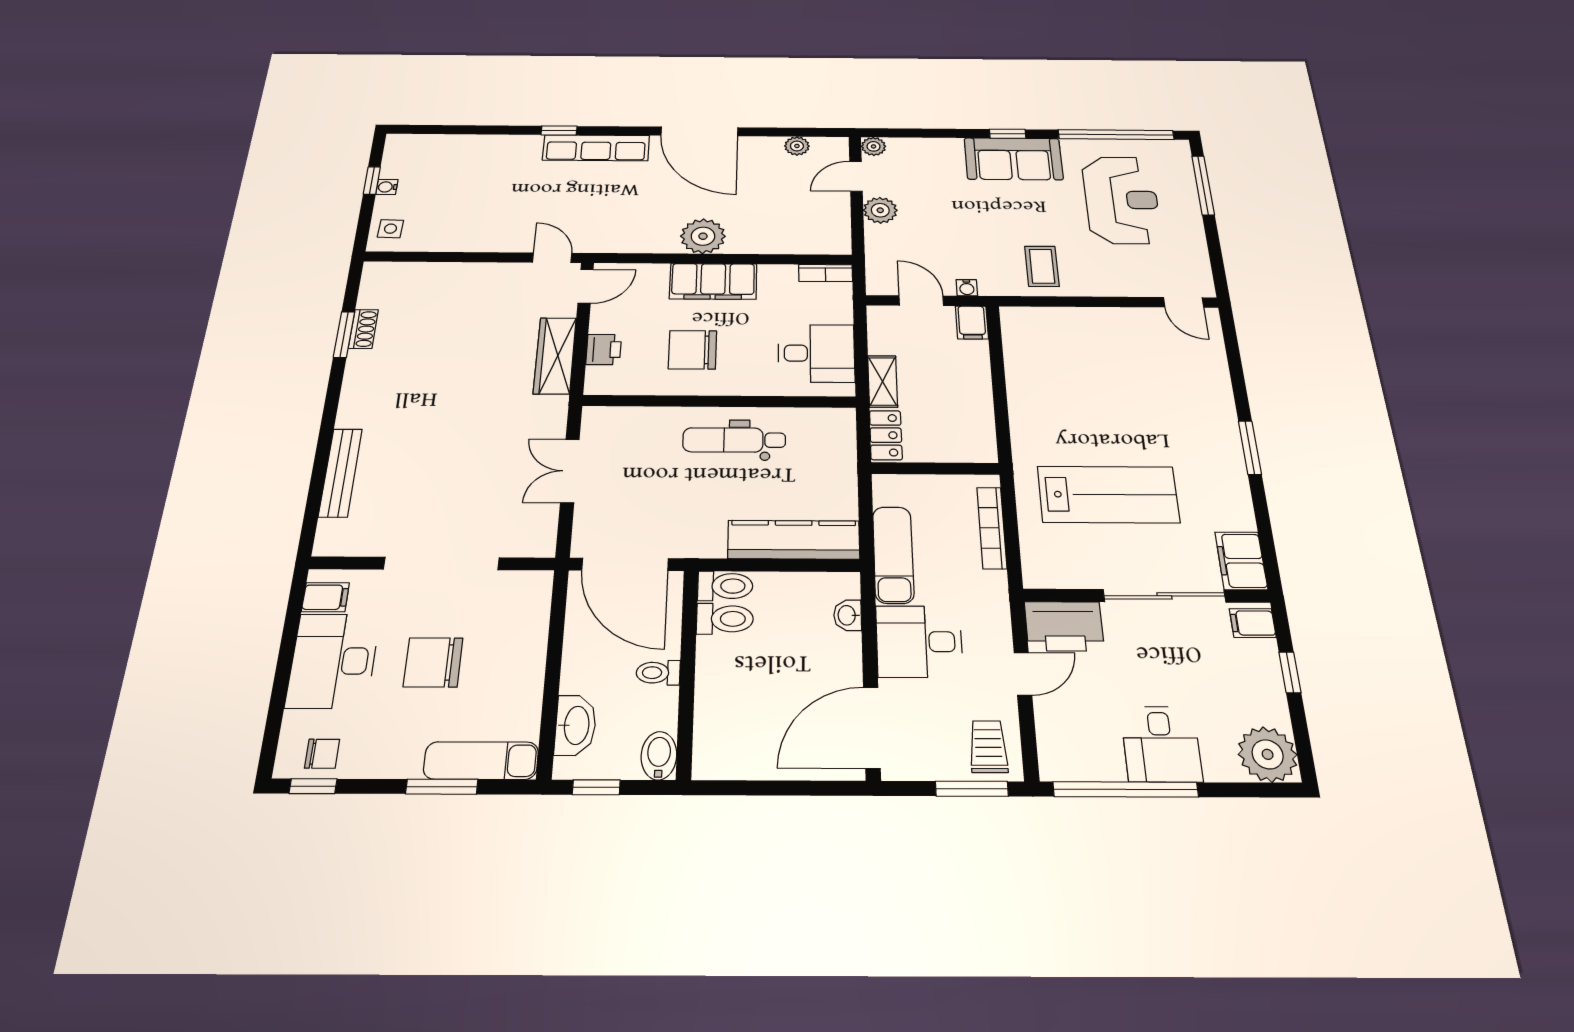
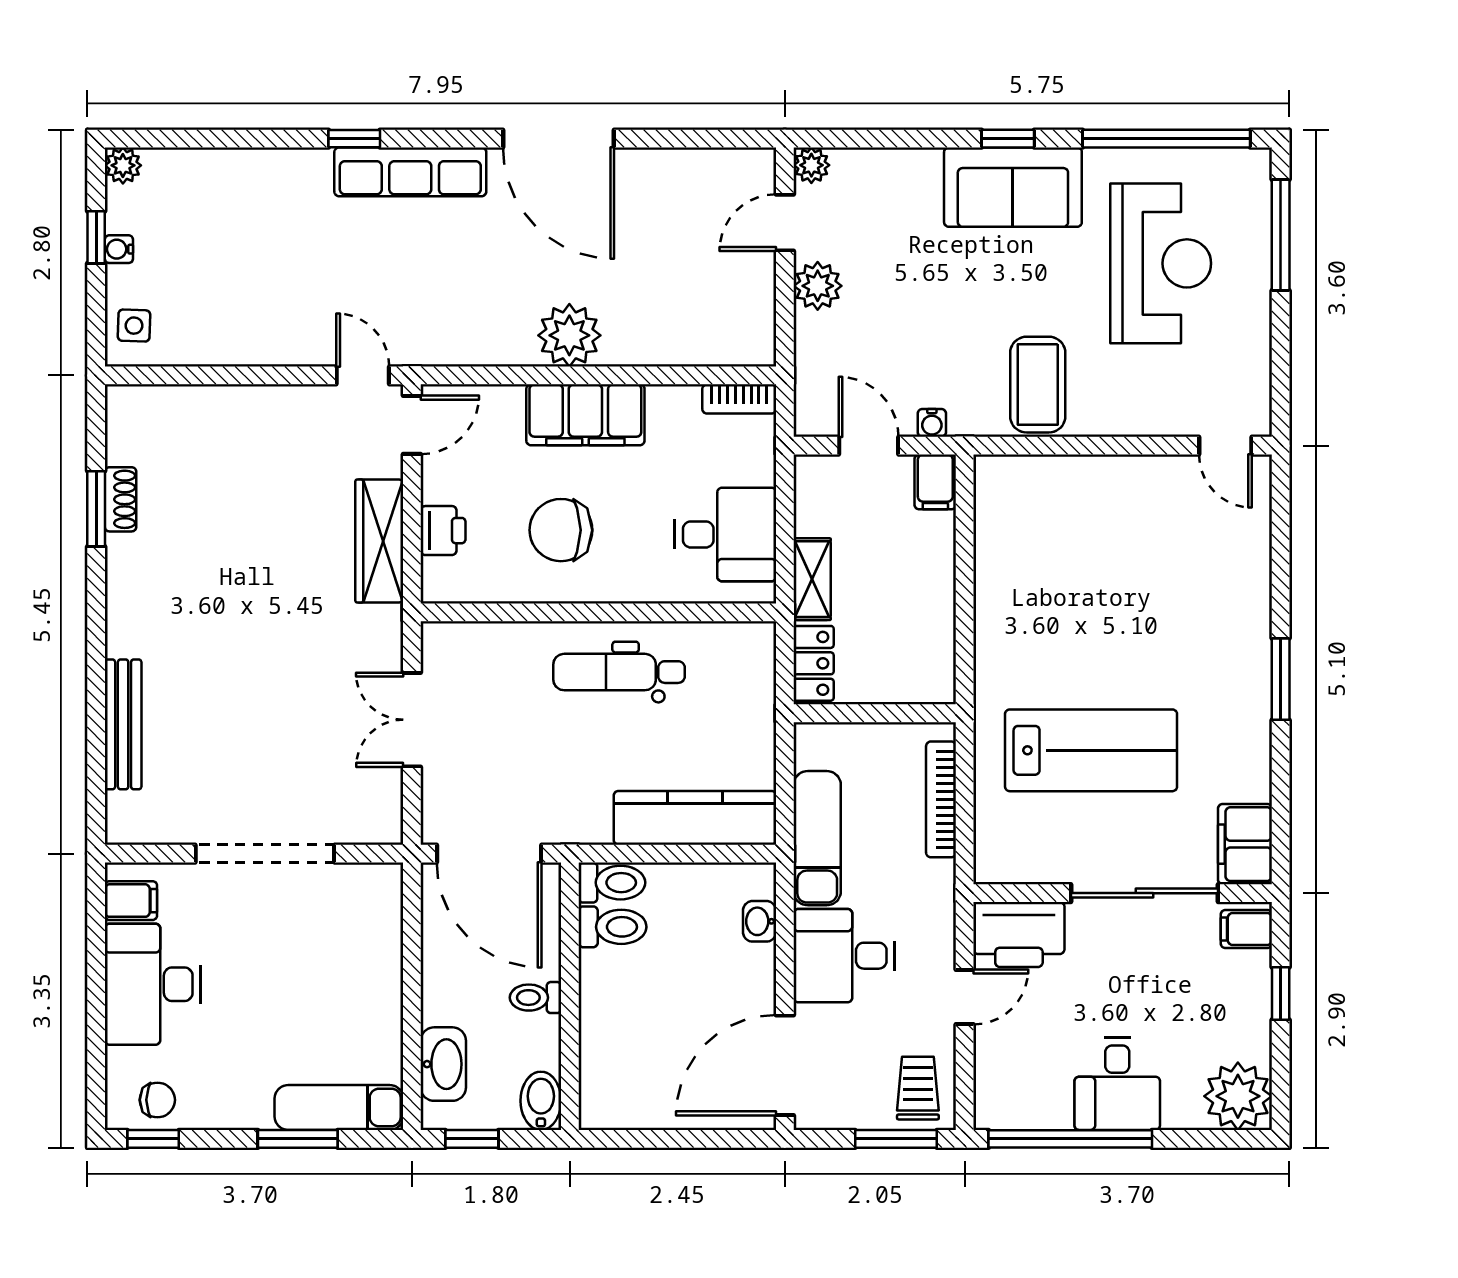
plant: (797, 146) -> (123, 165), moved
coffee table: (1042, 266) -> (1038, 385), width x1.36, depth x1.30
chair: (433, 662) -> (270, 986), removed

